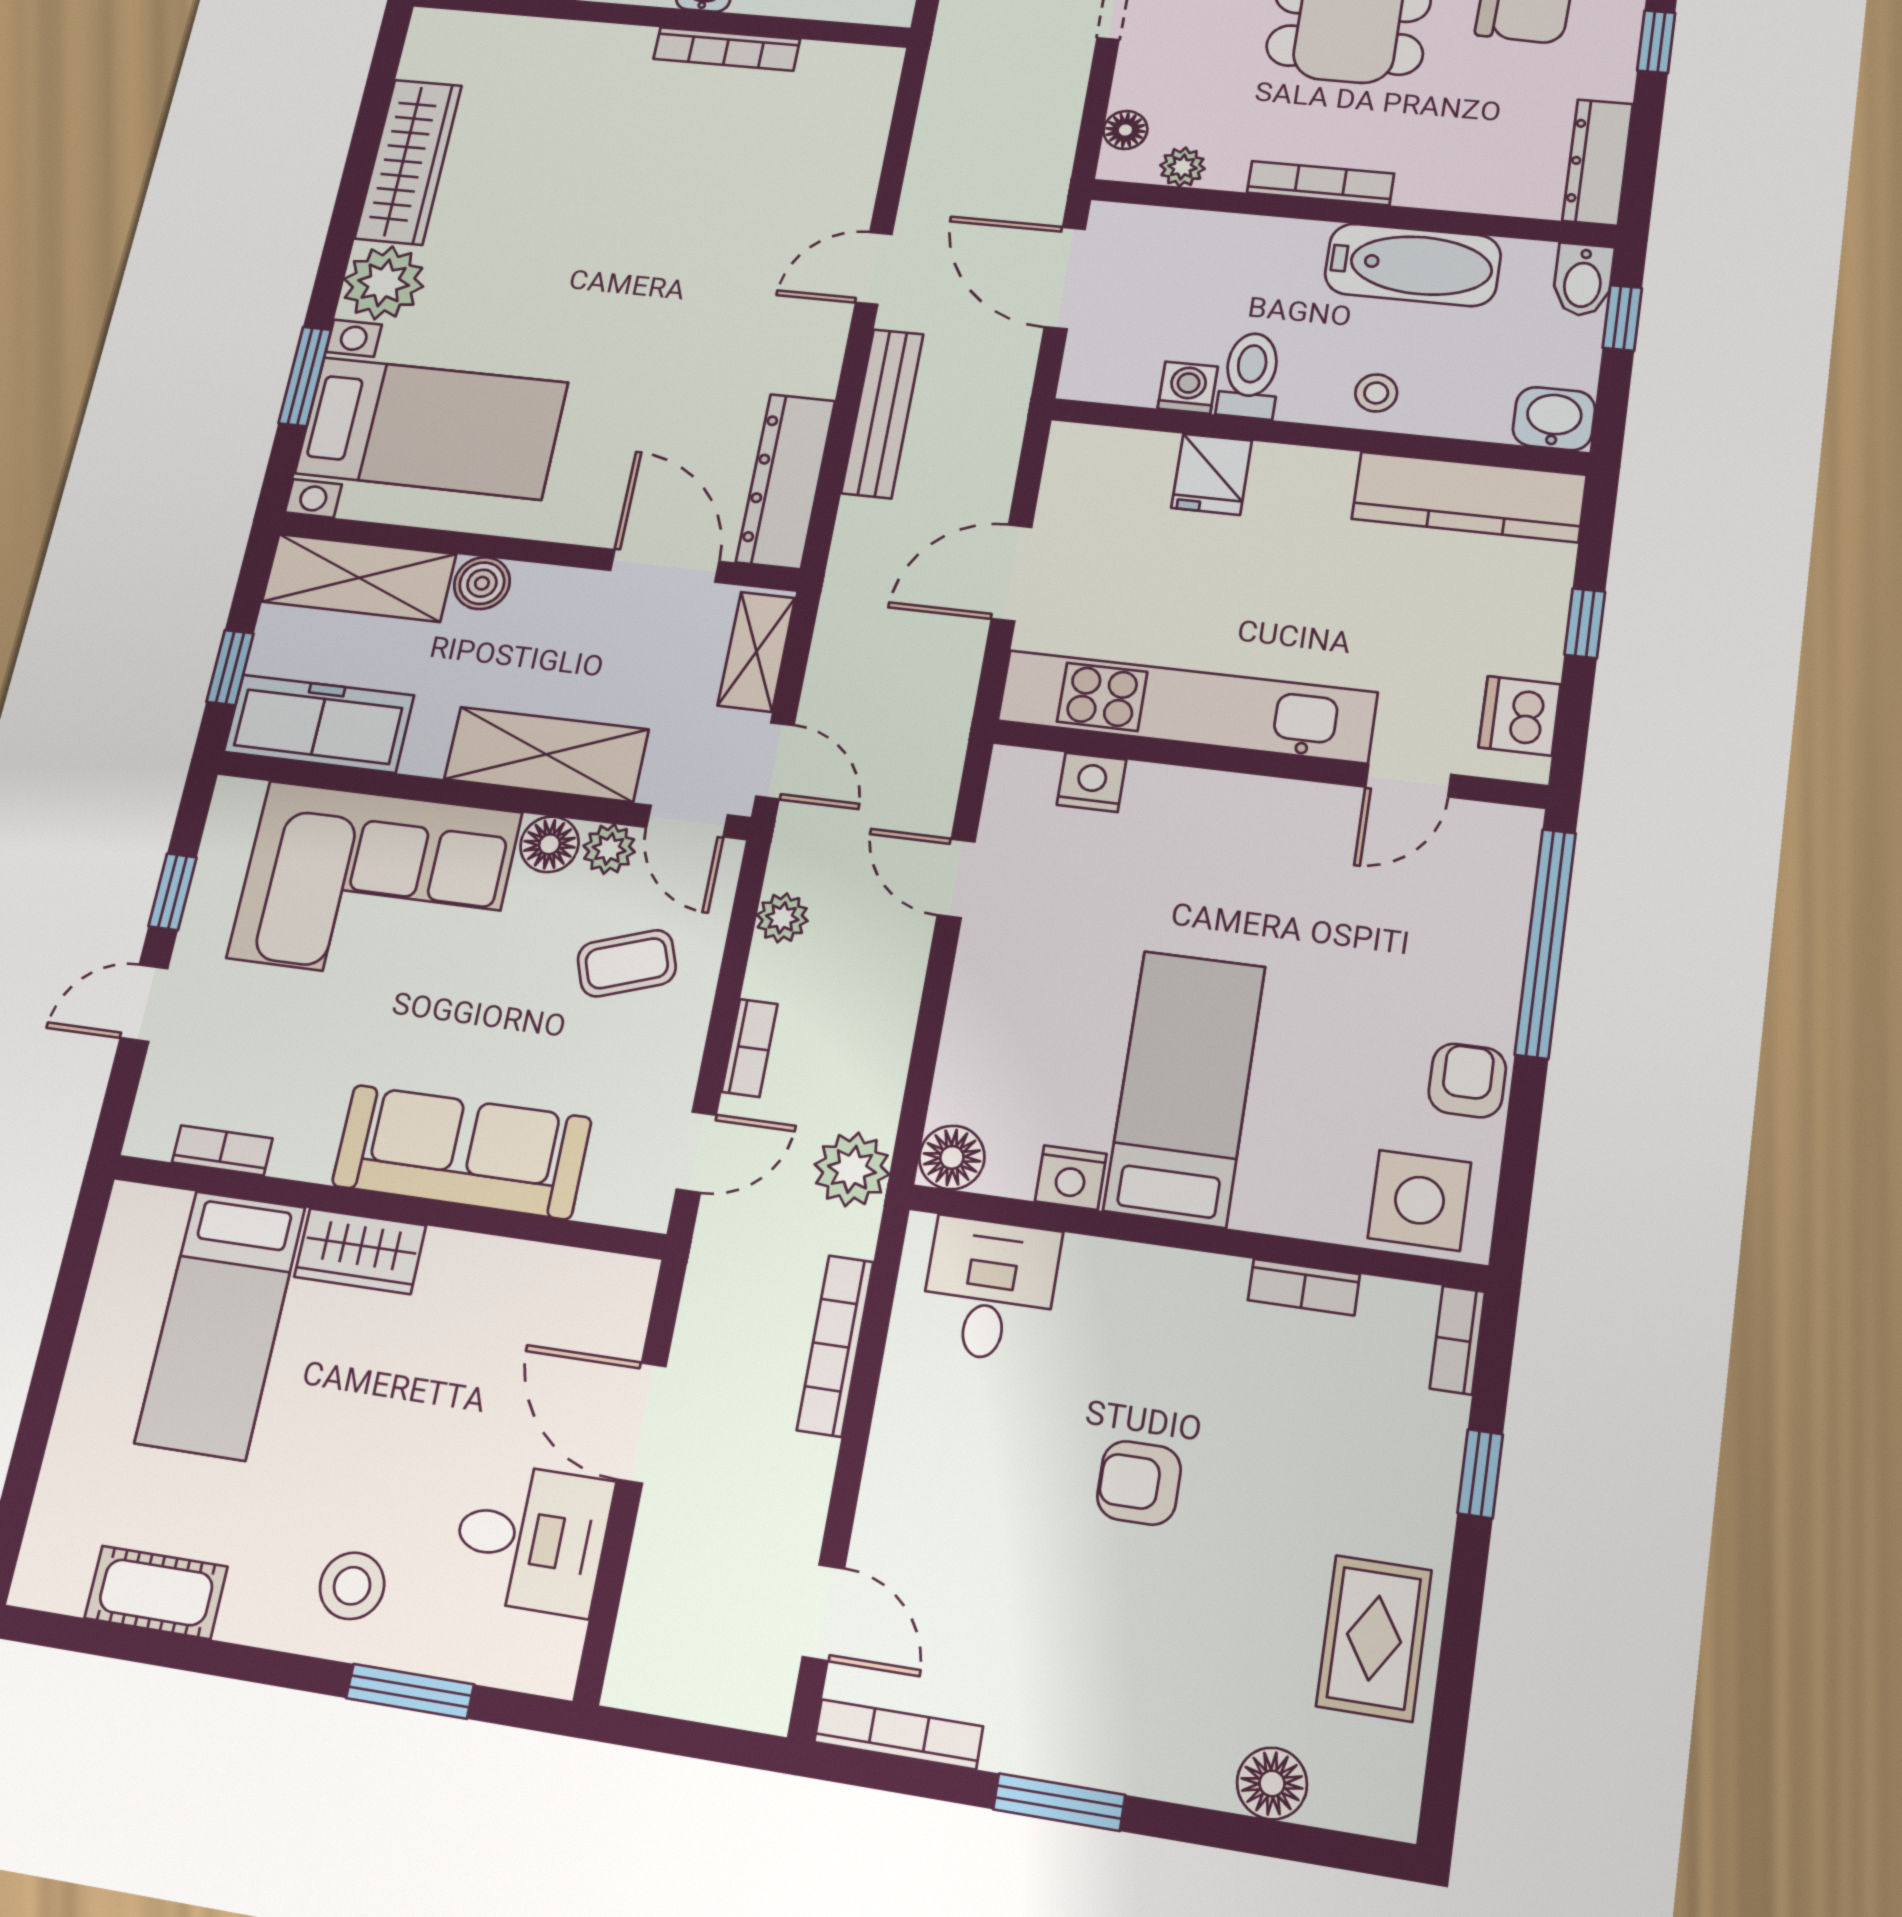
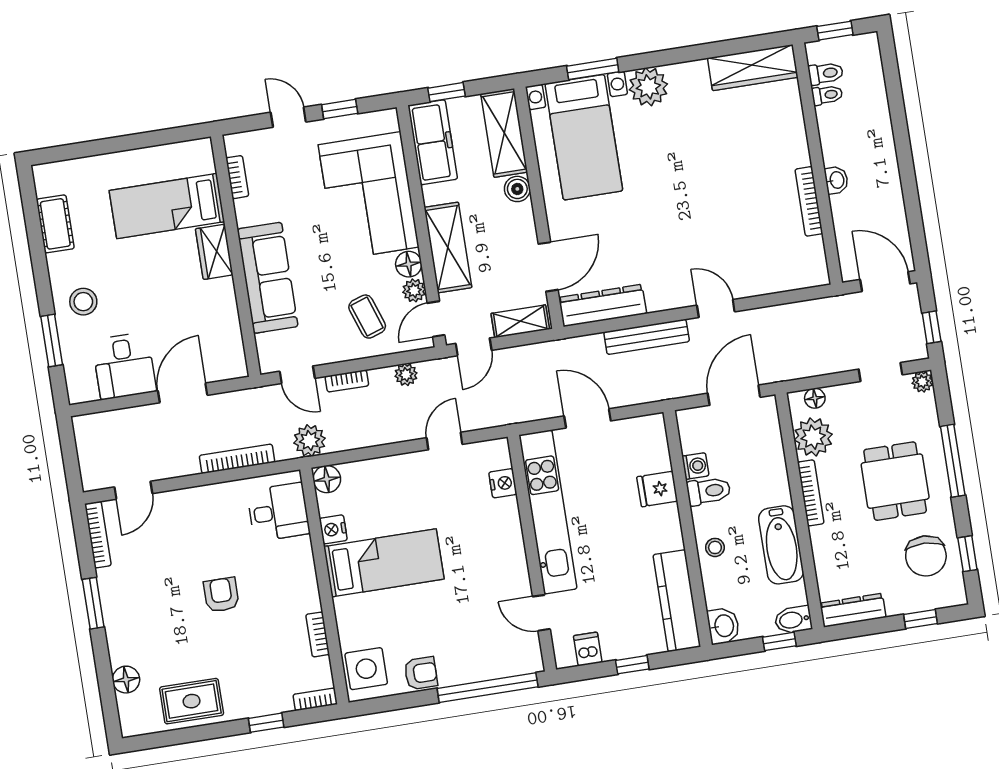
wardrobe: (408, 162) -> (753, 68), moved
plant: (1182, 167) -> (813, 437), width x1.87, depth x1.87
dishwasher: (1520, 716) -> (588, 649), width x0.73

